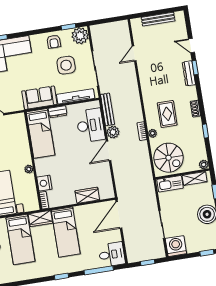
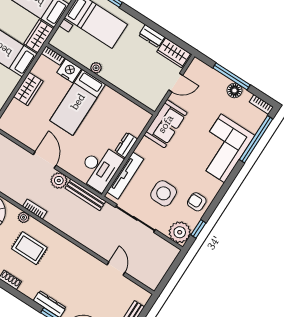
sofa: (39, 98) -> (166, 124), moved
desk: (90, 125) -> (100, 168), moved, turned -90
bed: (41, 133) -> (78, 102), moved, turned -90
wardrobe: (87, 195) -> (28, 89), moved

